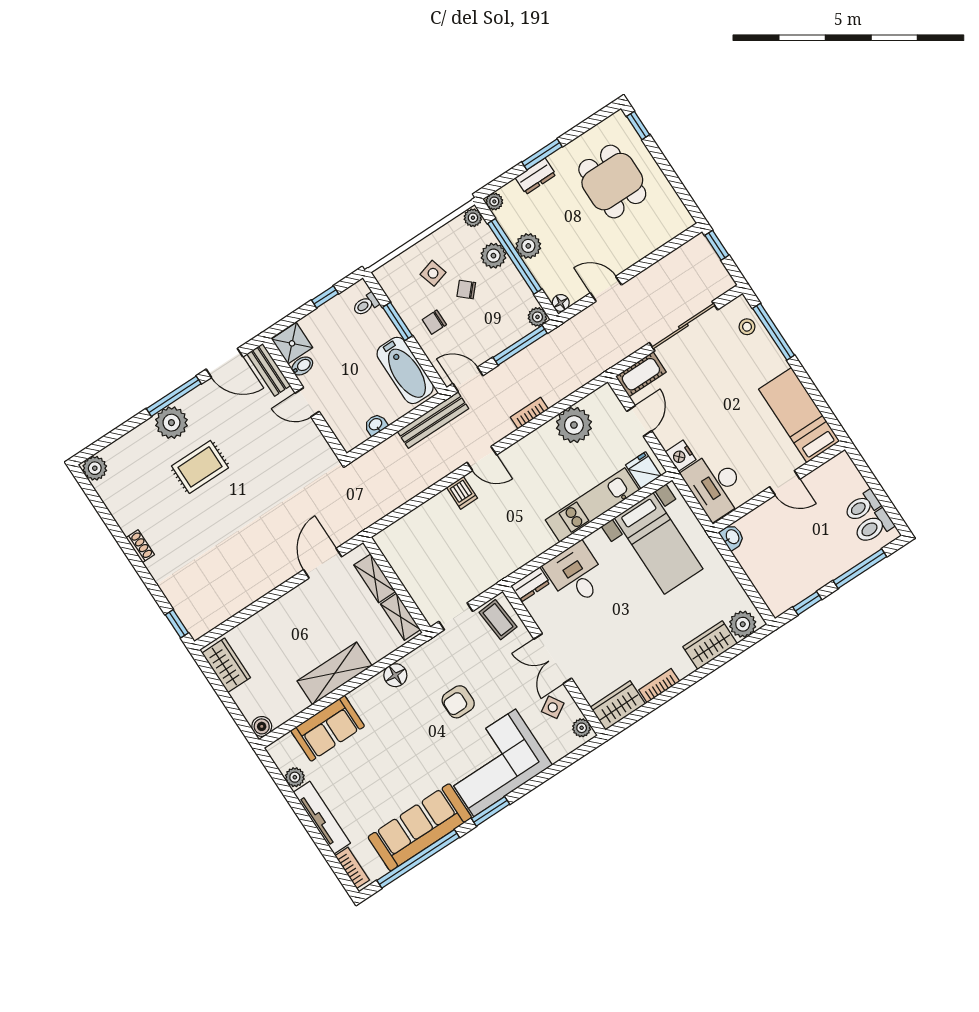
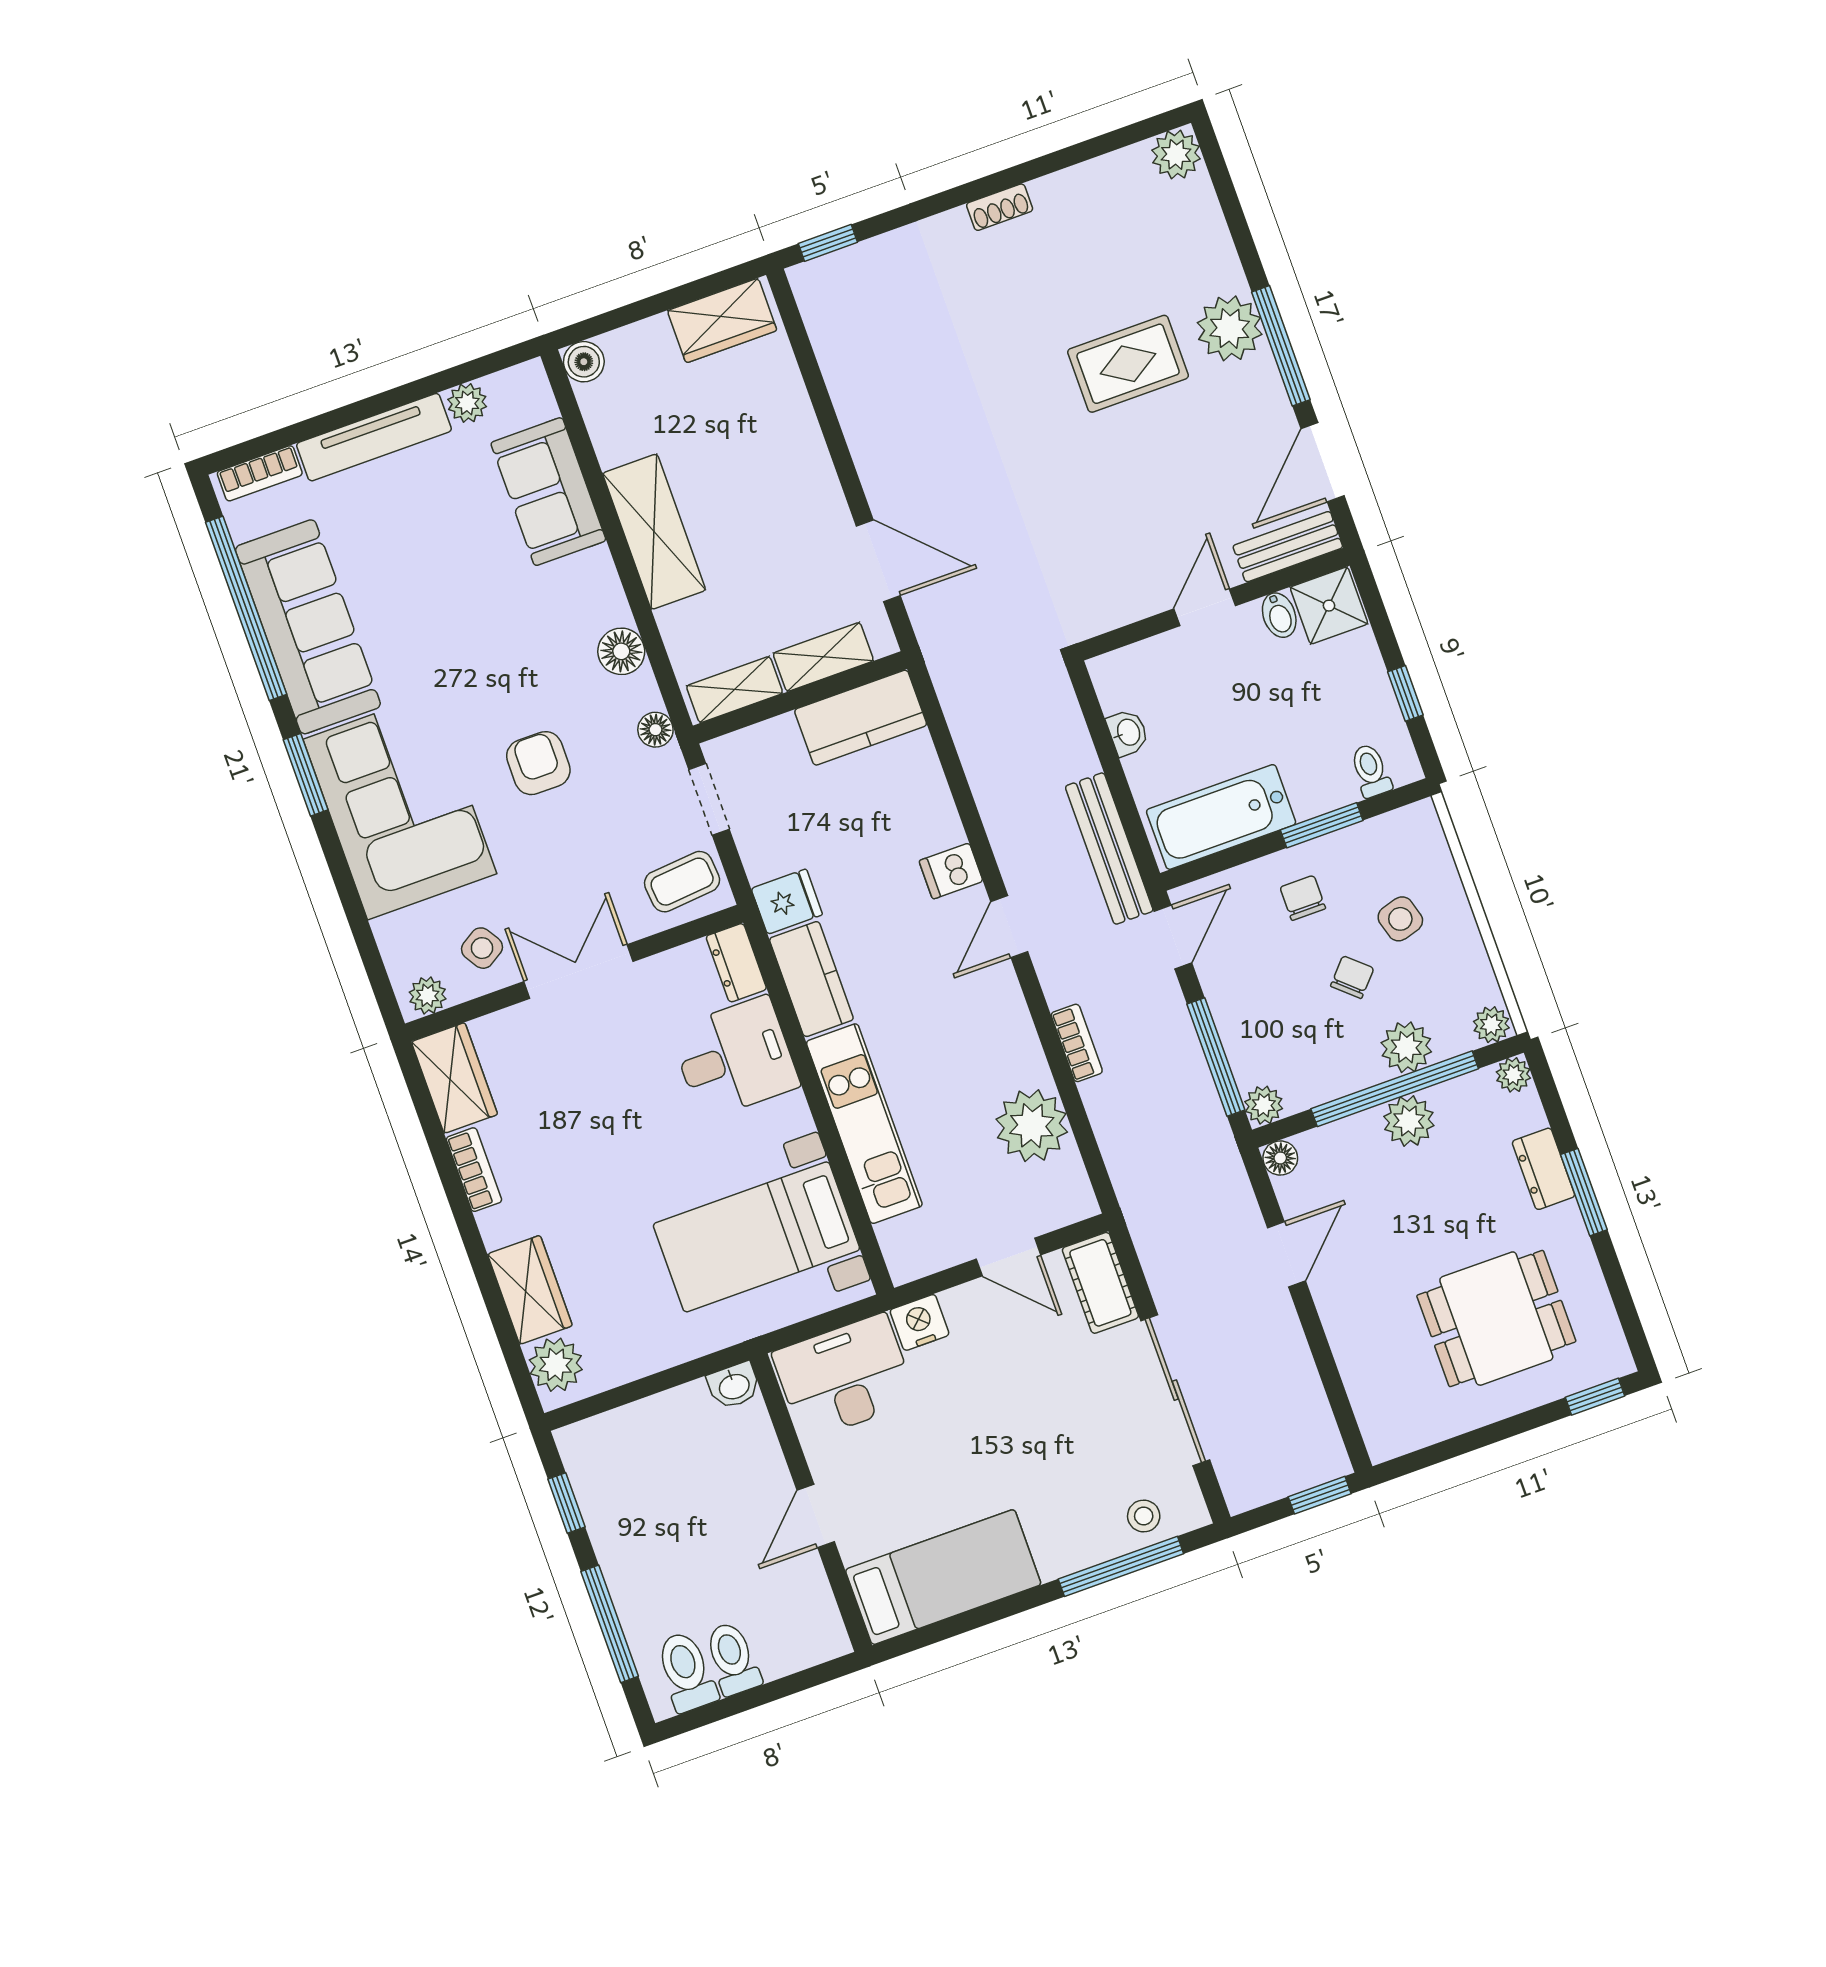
rug: (200, 467) -> (1128, 364), turned 90
fridge: (643, 470) -> (787, 902), moved
kitchen counter: (530, 547) -> (811, 979), added
kitchen counter: (399, 554) -> (861, 718), added
floor lamp: (429, 650) -> (655, 730), added

